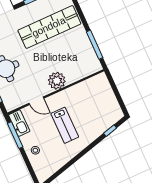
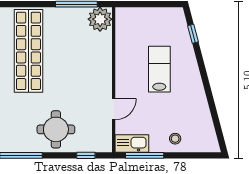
plant: (57, 81) -> (100, 19), moved
lab bench: (65, 125) -> (159, 69), moved, turned -90

